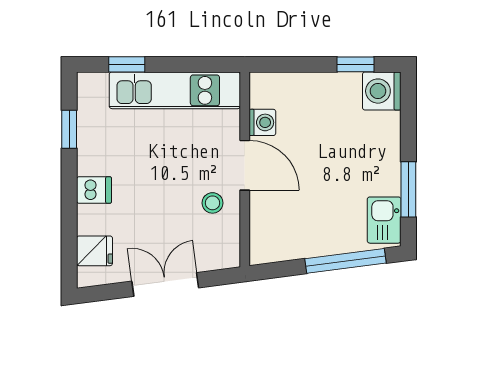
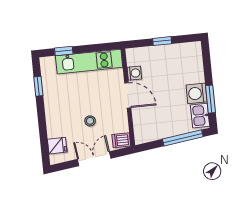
window: (355, 64) -> (162, 41), moved
washing machine: (382, 91) -> (197, 93), moved
dishwasher: (94, 190) -> (121, 140), moved, turned 180
stool: (212, 203) -> (90, 121), moved

